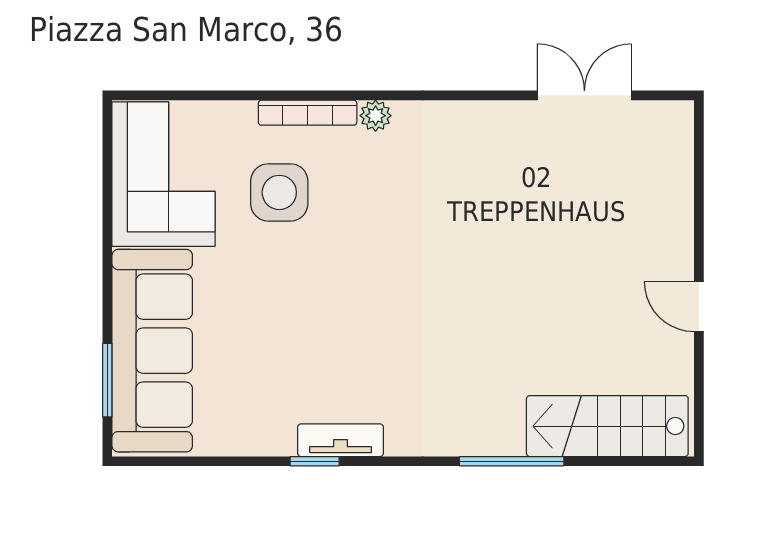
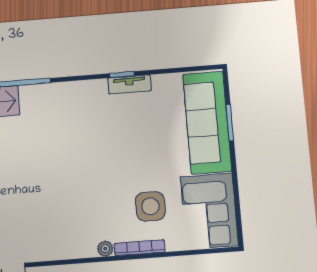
window: (107, 380) -> (230, 123), moved
tv unit: (341, 440) -> (129, 84), moved

